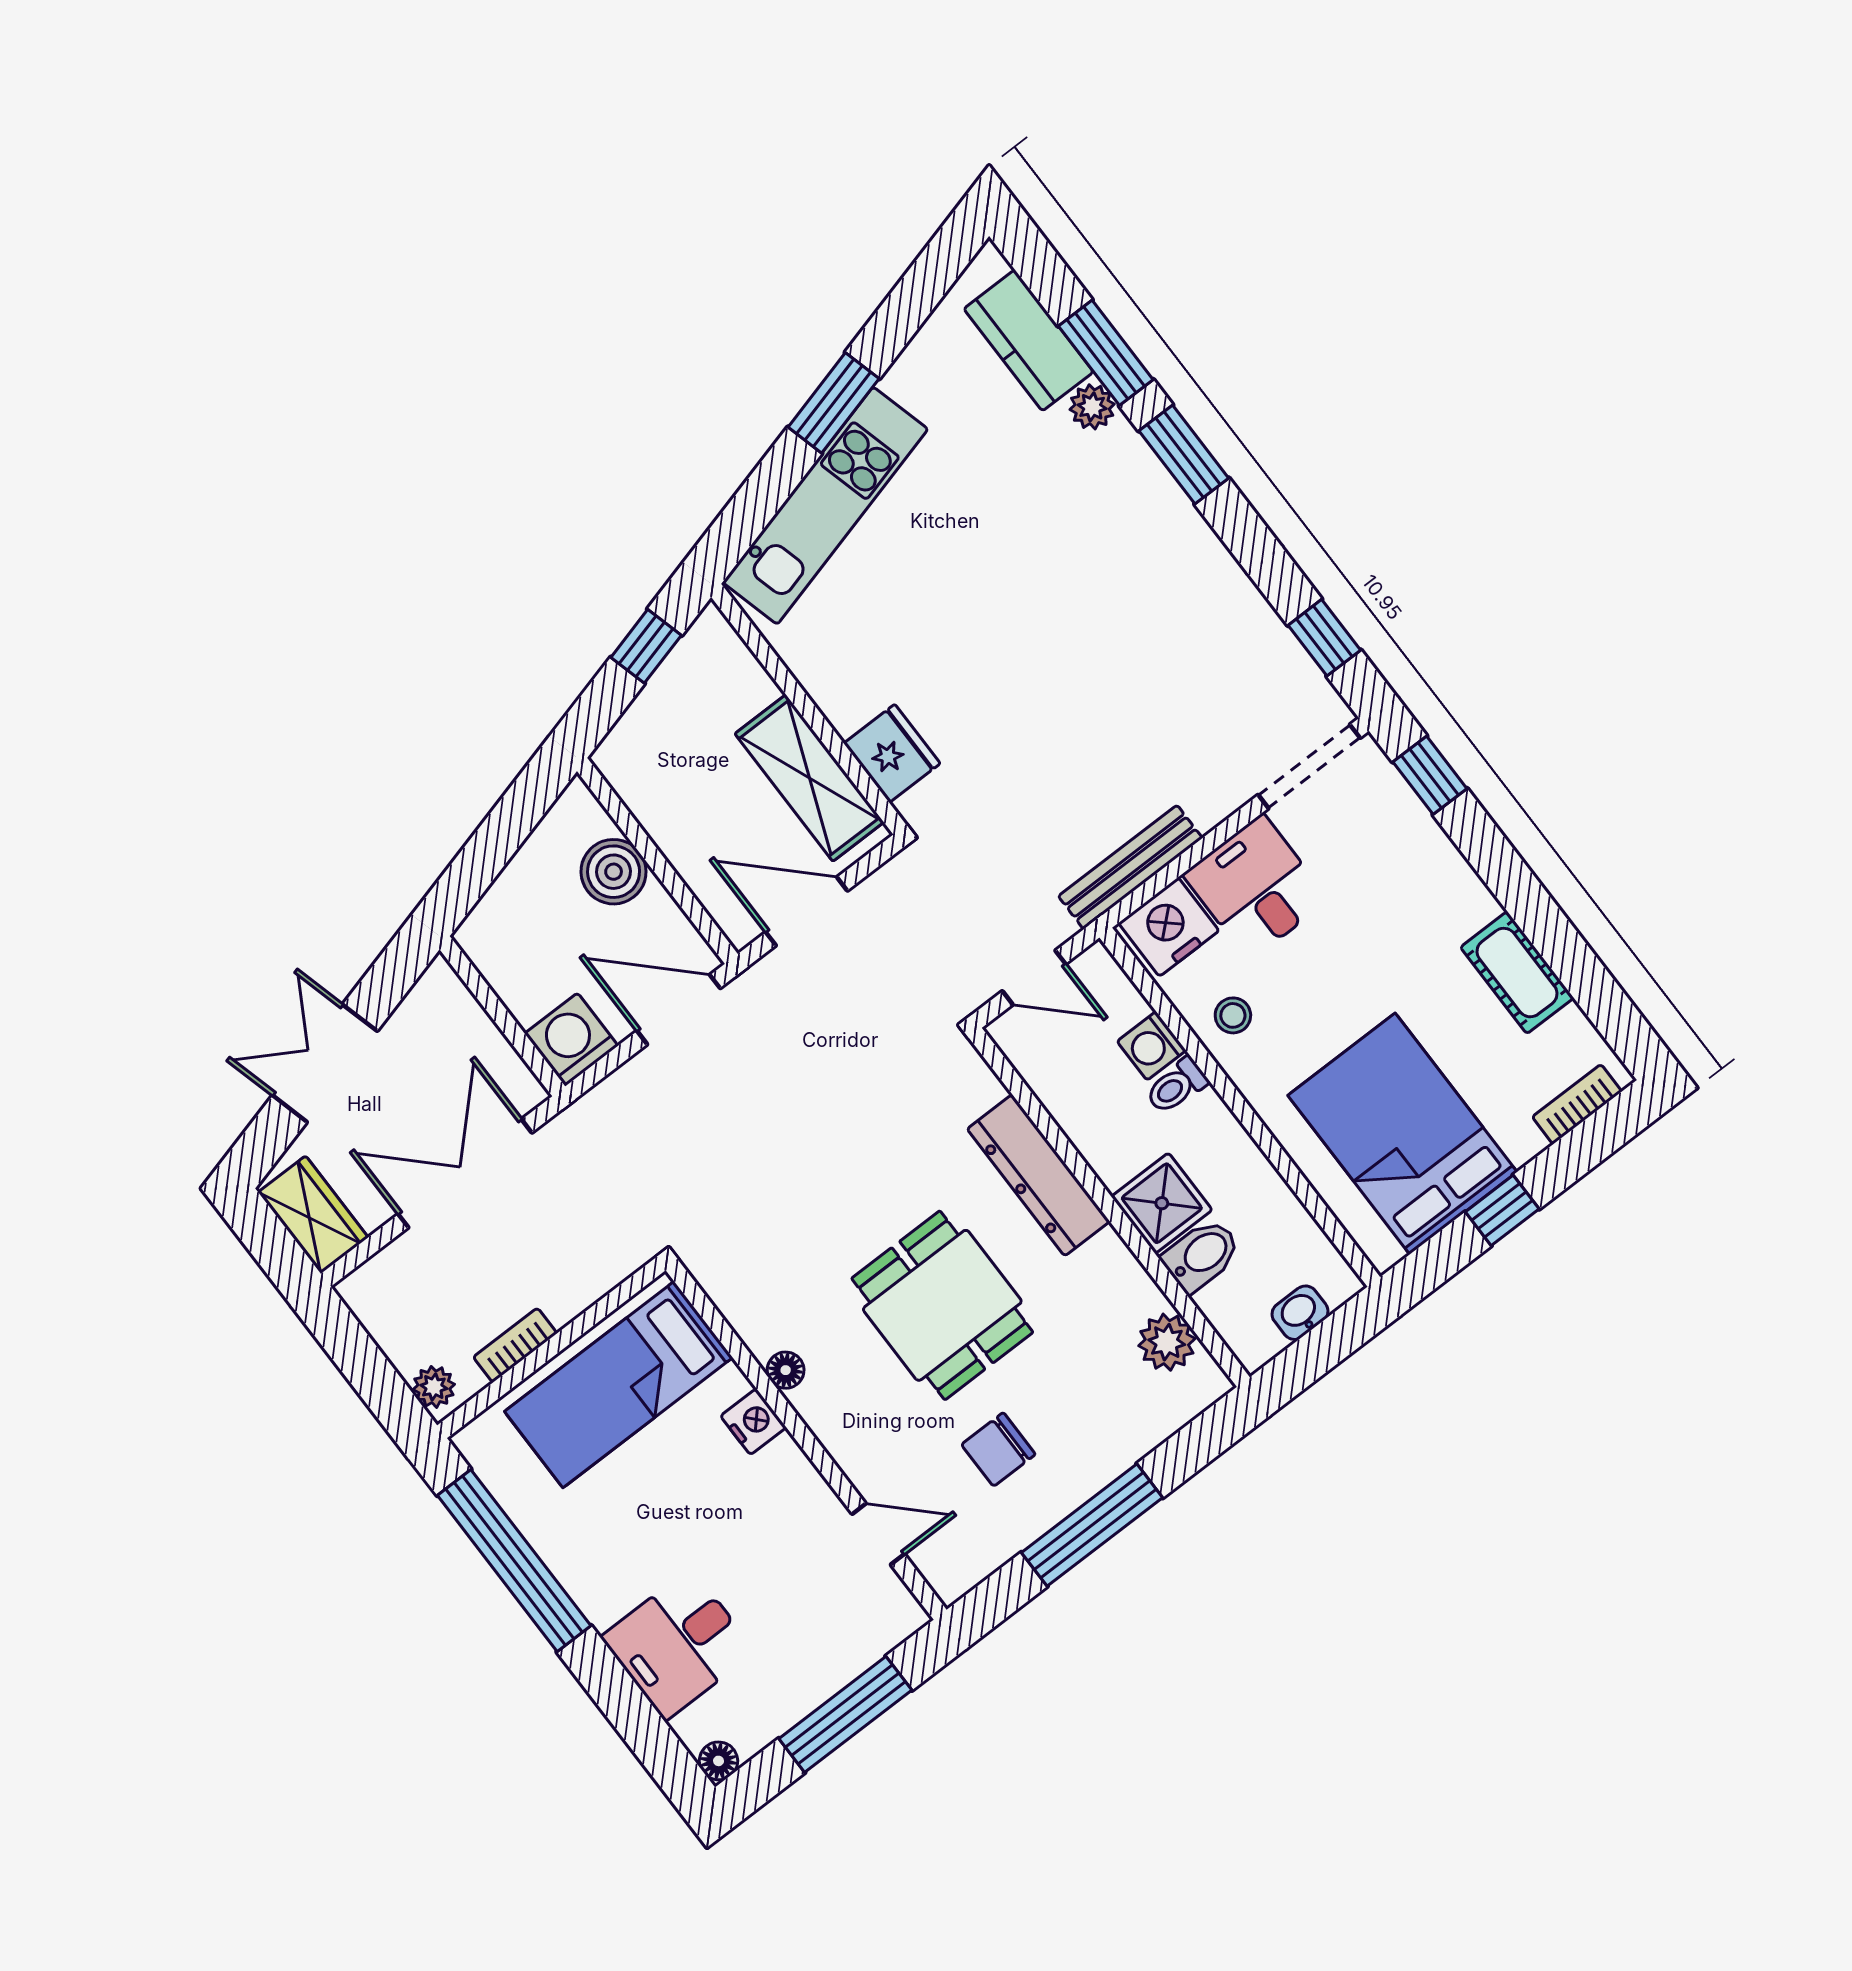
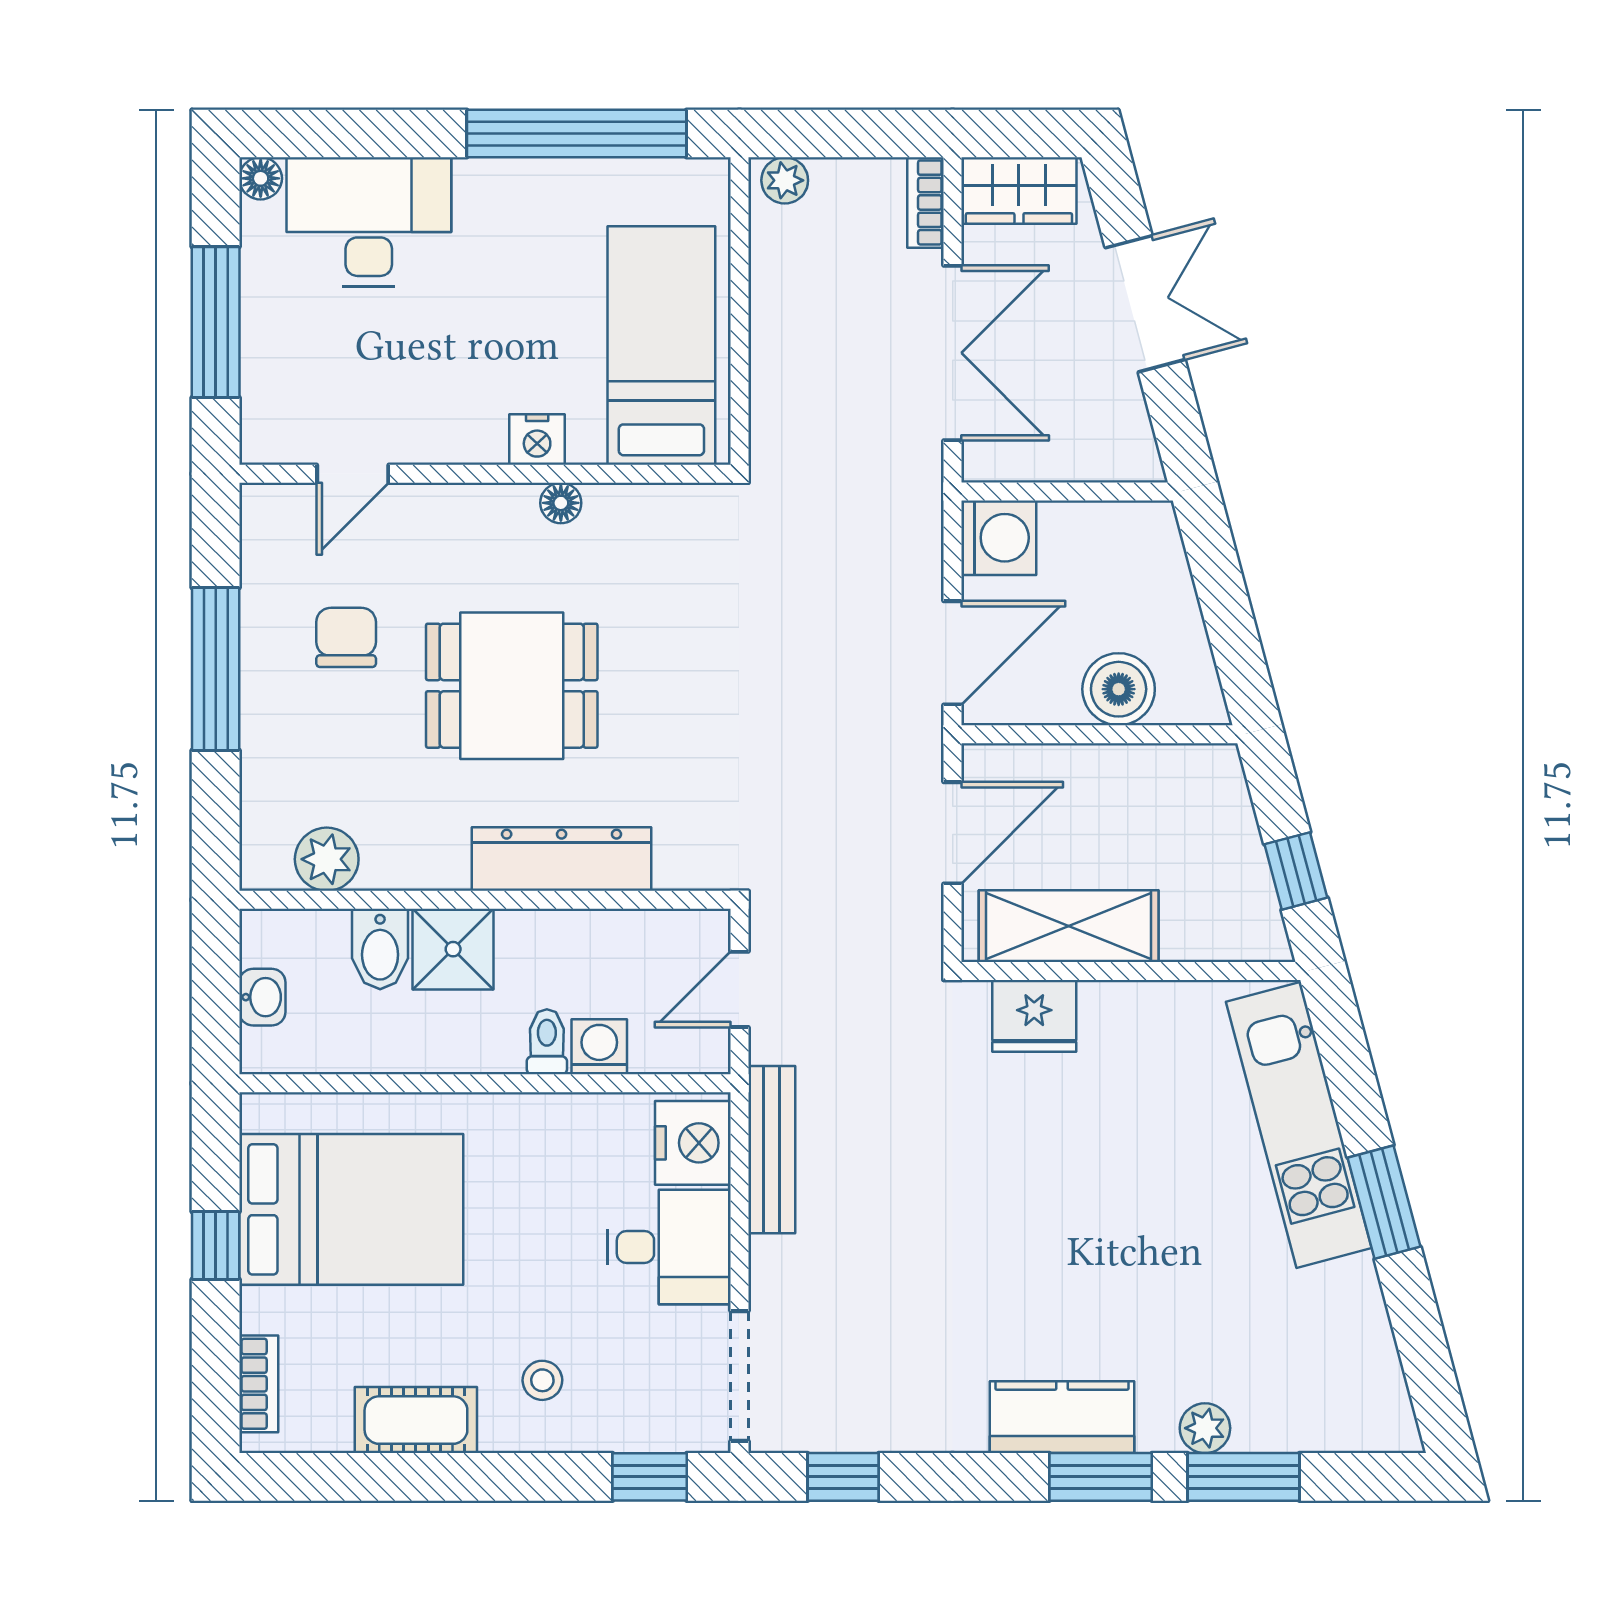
kitchen counter: (1029, 340) -> (1062, 1417), moved
stool: (1233, 1015) -> (542, 1380), moved
bookcase: (515, 1345) -> (925, 202), moved, turned 180
desk: (678, 1644) -> (369, 222), width x1.37

